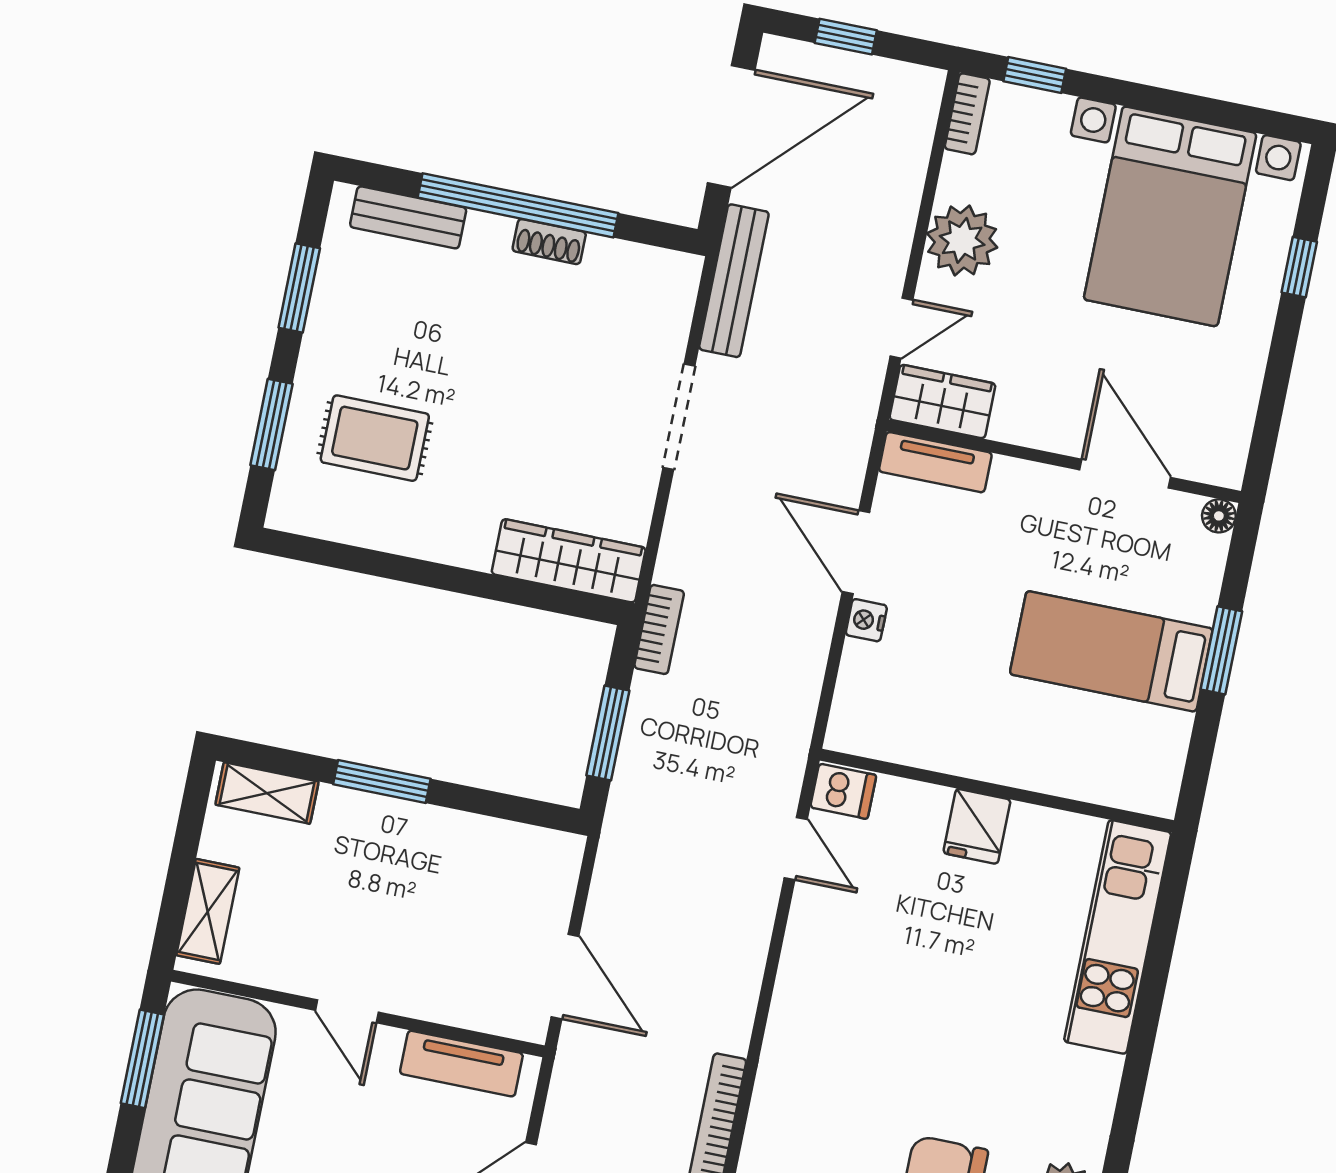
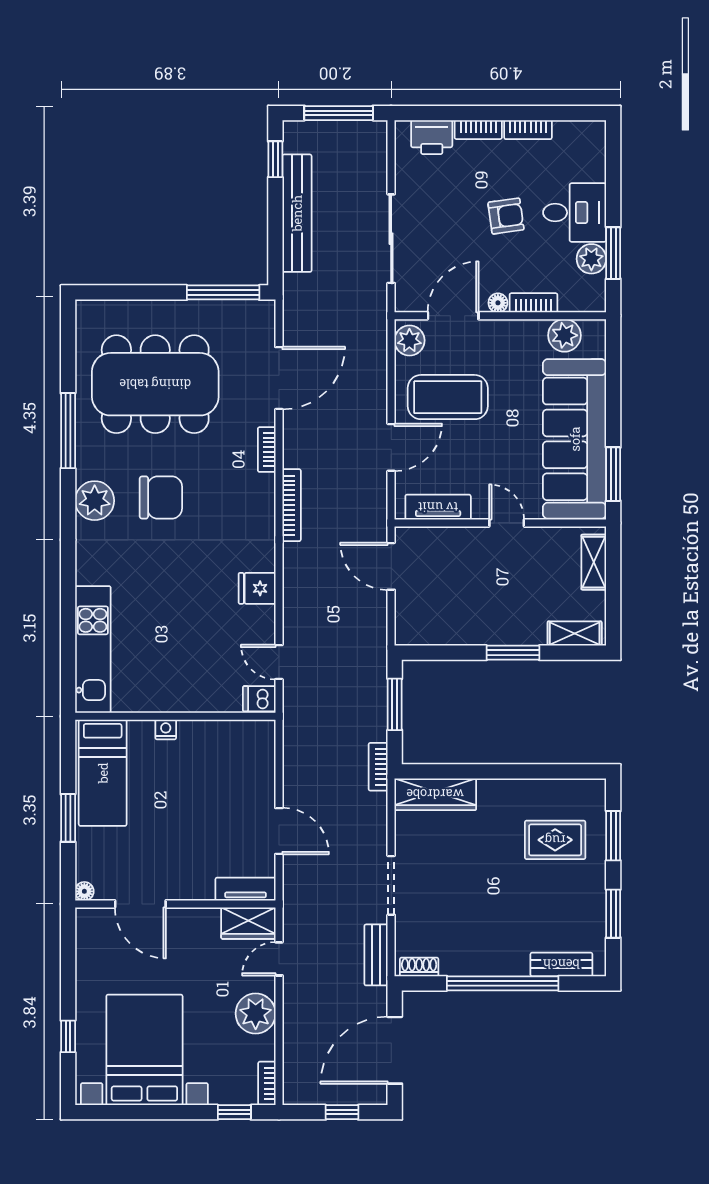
shoe rack: (549, 242) -> (419, 967), moved
bench: (734, 281) -> (376, 955), width x0.73
nightstand: (866, 620) -> (166, 730), moved, turned -90
bed: (1111, 651) -> (103, 773), moved, turned 90
fridge: (977, 826) -> (257, 588), moved, turned -90

